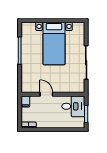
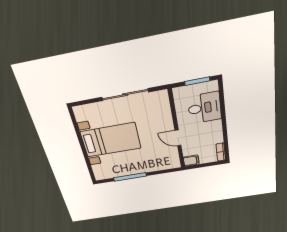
door: (46, 94) -> (178, 138), hinge flipped
desk: (73, 106) -> (204, 108), moved, turned 90

